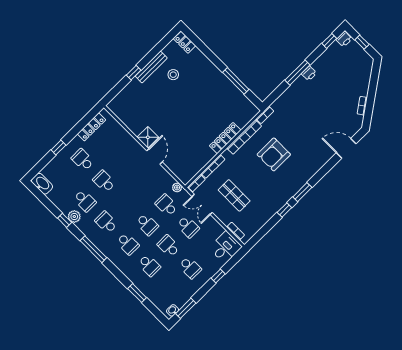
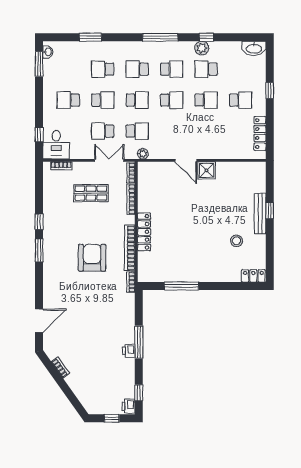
bench: (151, 67) -> (260, 214), moved
school desk: (126, 203) -> (172, 100), added
school desk: (147, 224) -> (137, 100), turned 180
window: (218, 276) -> (39, 134), moved

